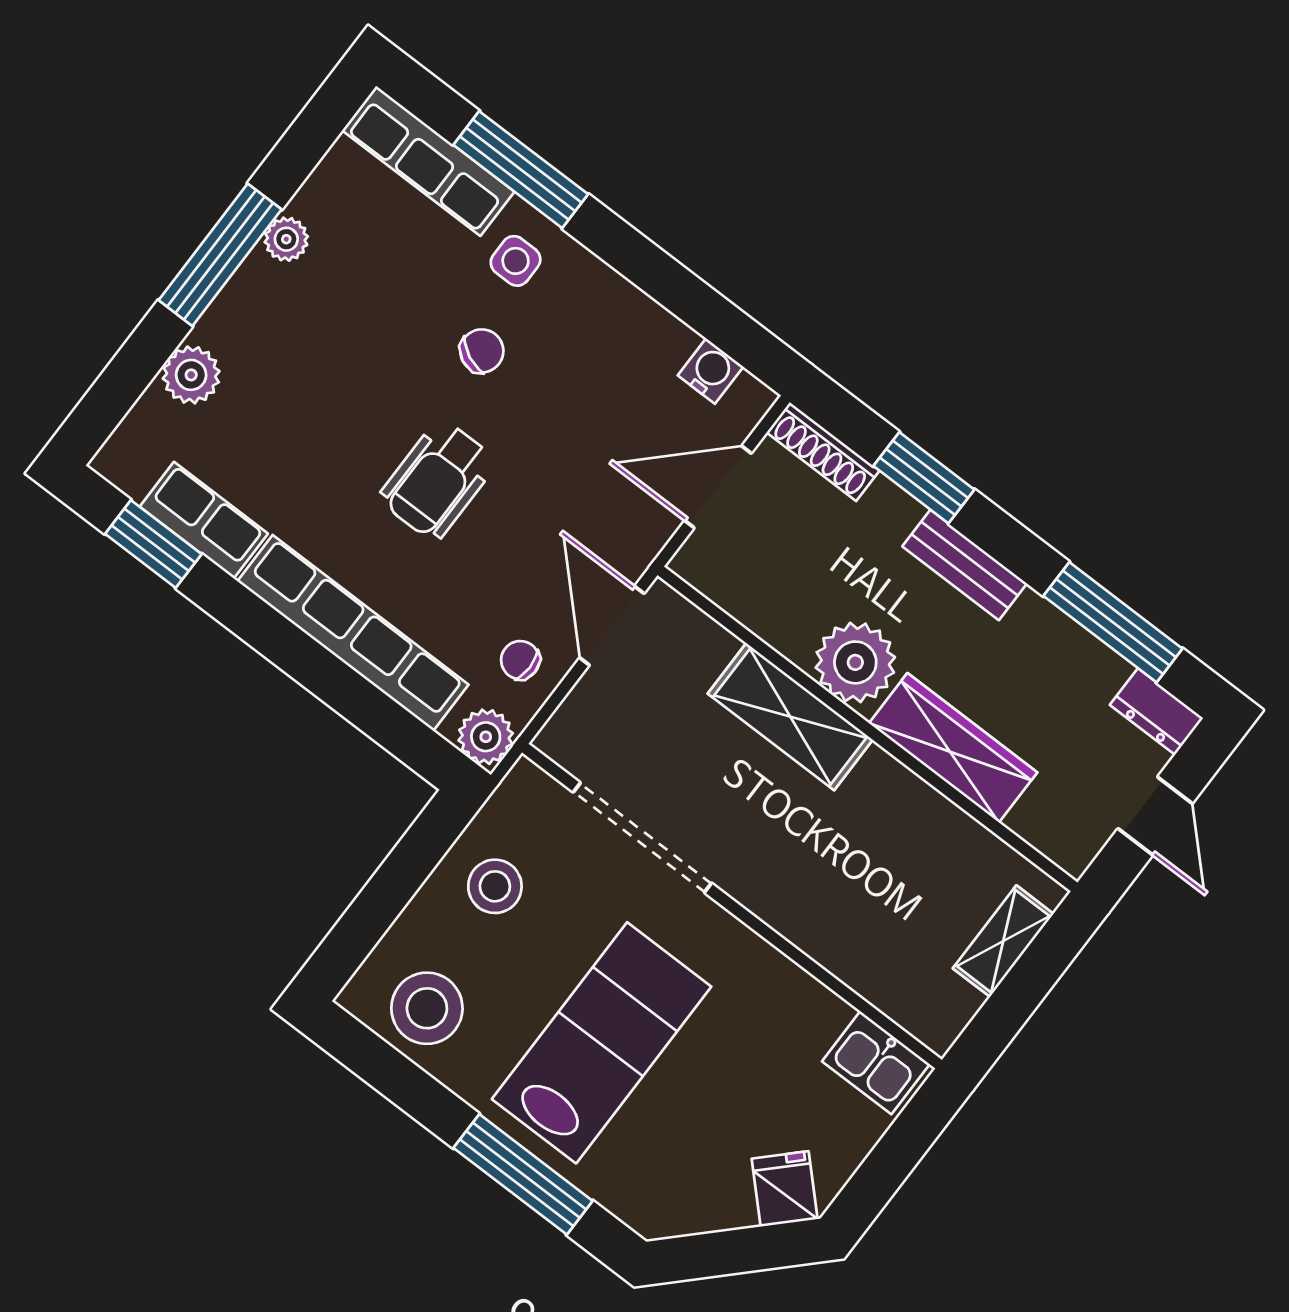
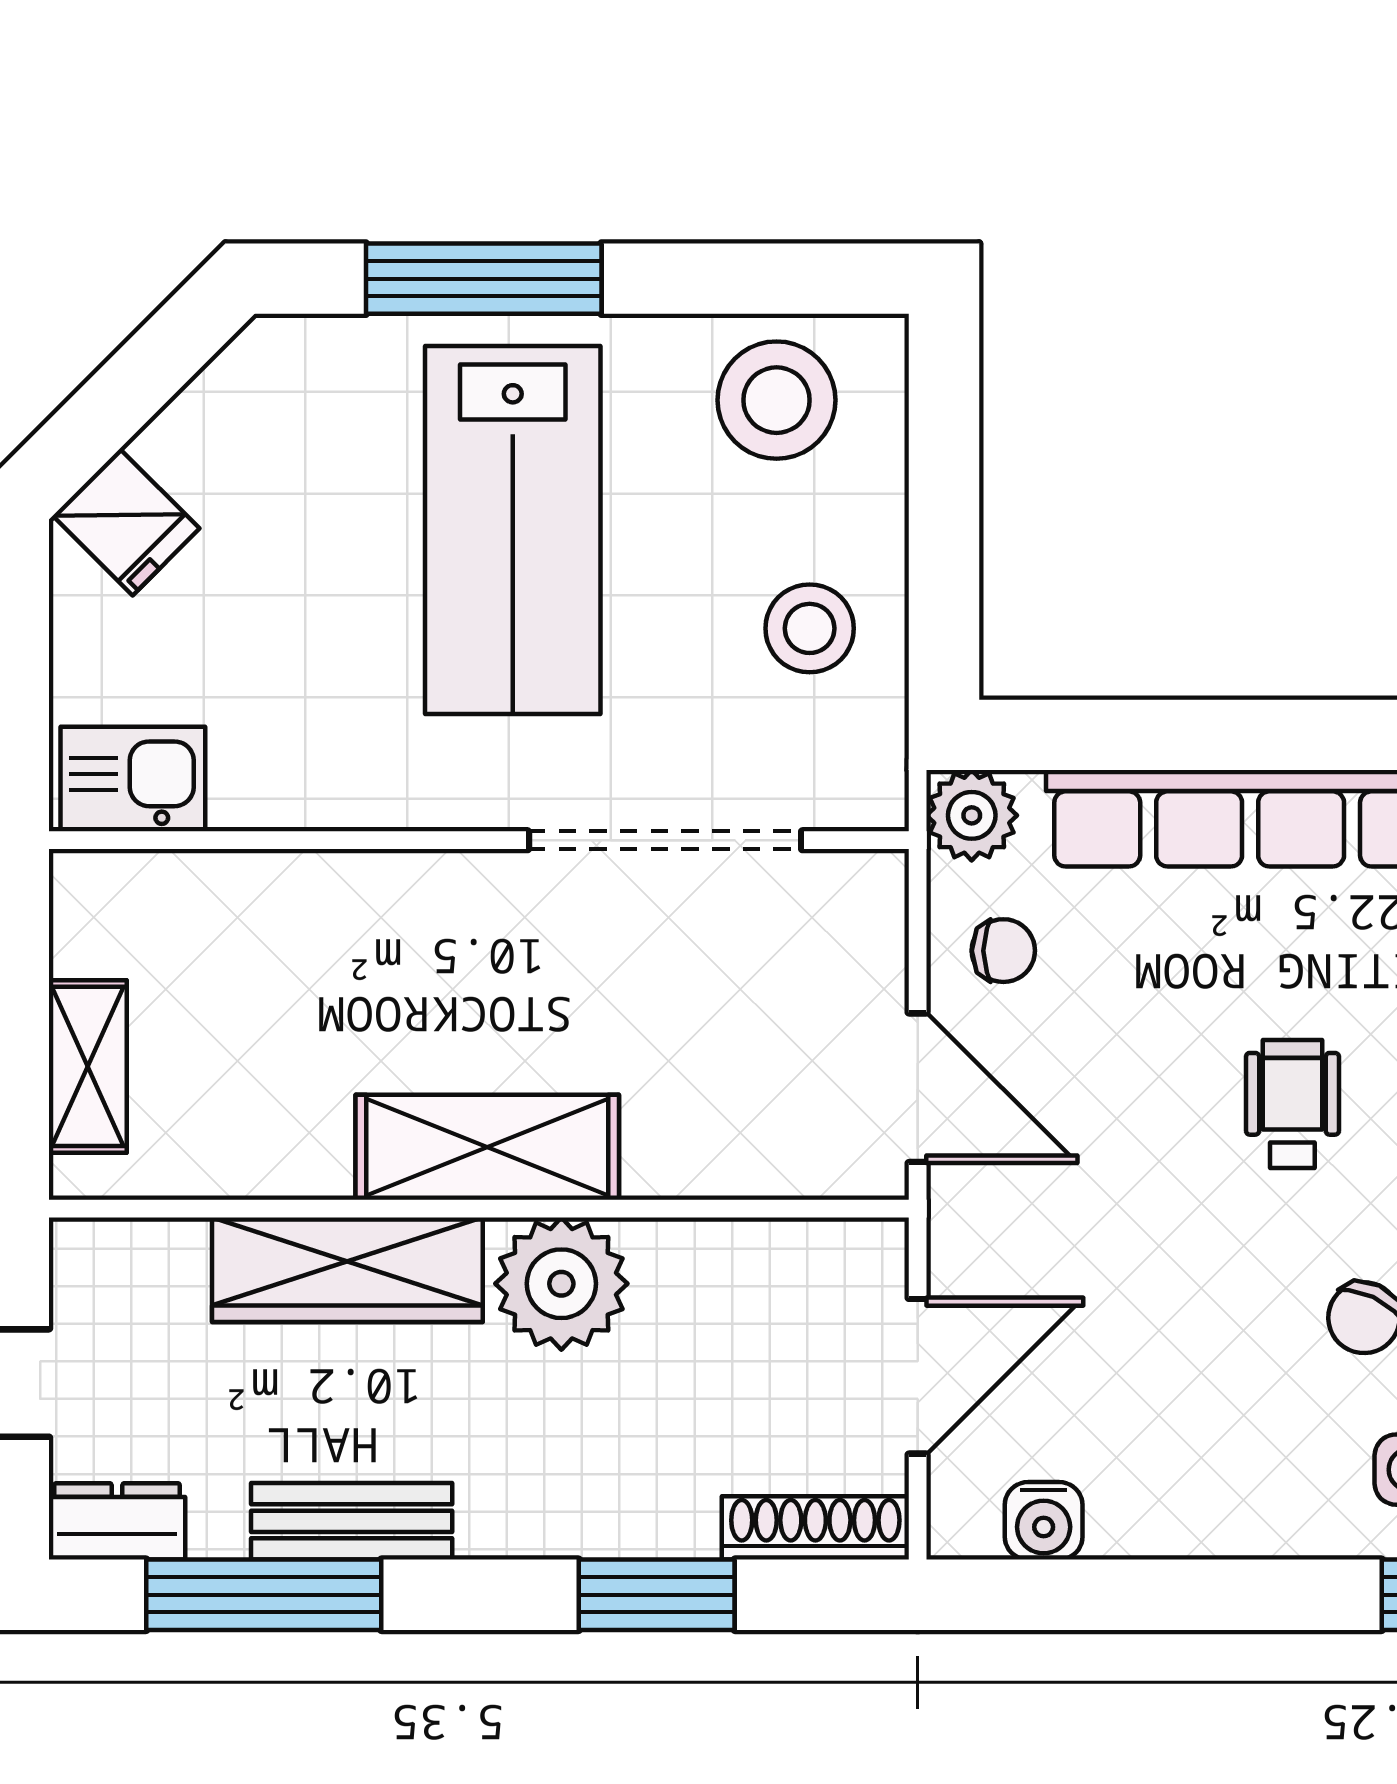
wheelchair: (438, 480) -> (1292, 1104), width x0.73, depth x0.73
bench: (965, 565) -> (352, 1521), moved
shelving: (790, 717) -> (487, 1147), moved

